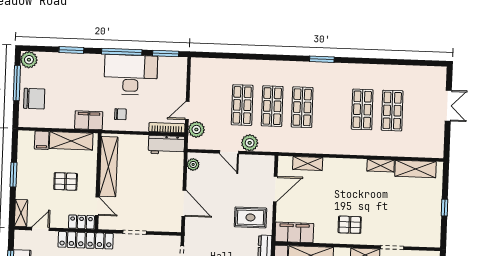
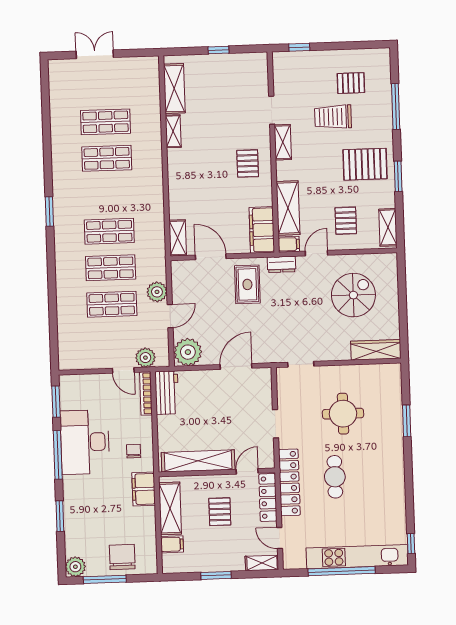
shelving: (308, 163) -> (178, 238), moved
plant: (193, 164) -> (188, 352), width x1.87, depth x1.87
locker: (81, 222) -> (268, 497), width x1.53

